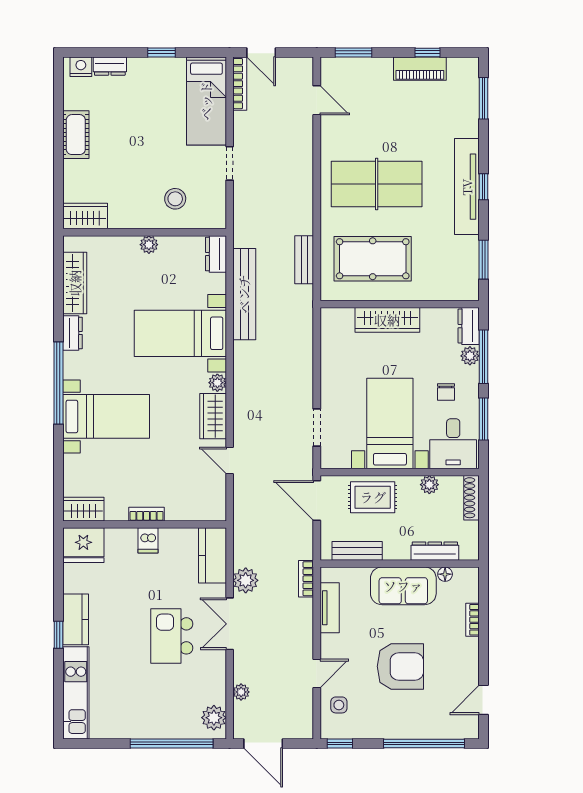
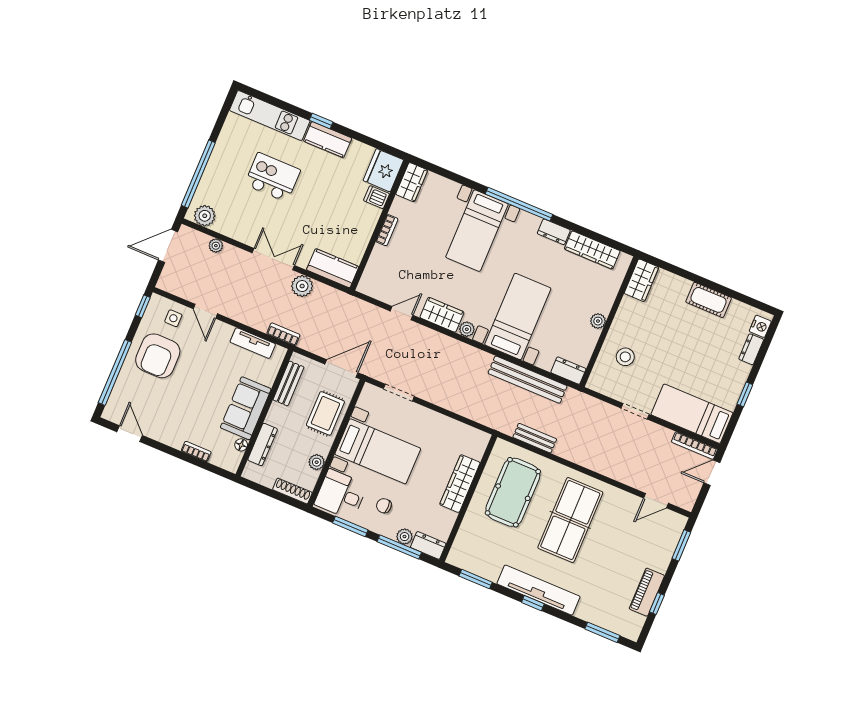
dishwasher: (148, 540) -> (376, 197), moved
kitchen island: (172, 636) -> (273, 177), moved
armchair: (400, 666) -> (158, 356), moved

